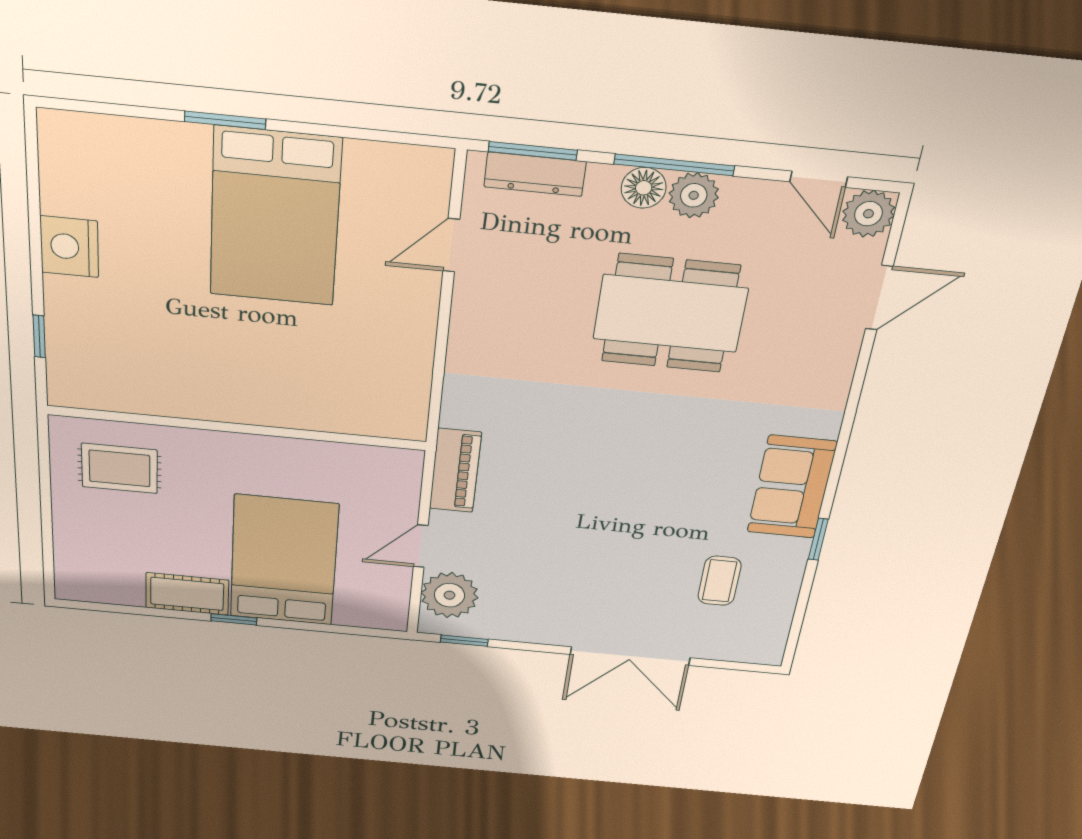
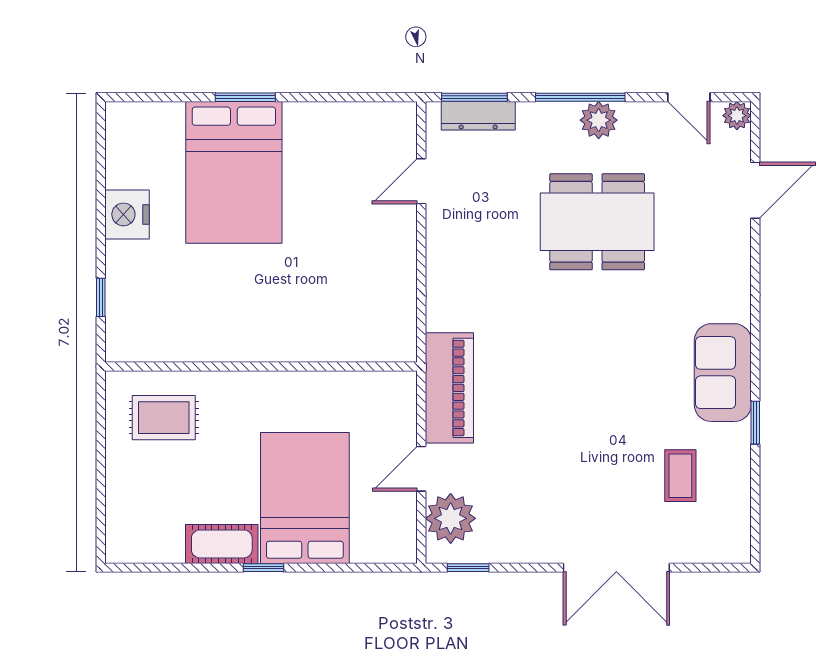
floor lamp: (644, 188) -> (560, 118), removed
plant: (868, 214) -> (737, 116), width x0.73, depth x0.73
bed: (275, 217) -> (234, 172), moved
piano: (455, 471) -> (449, 388), width x1.37, depth x1.33

